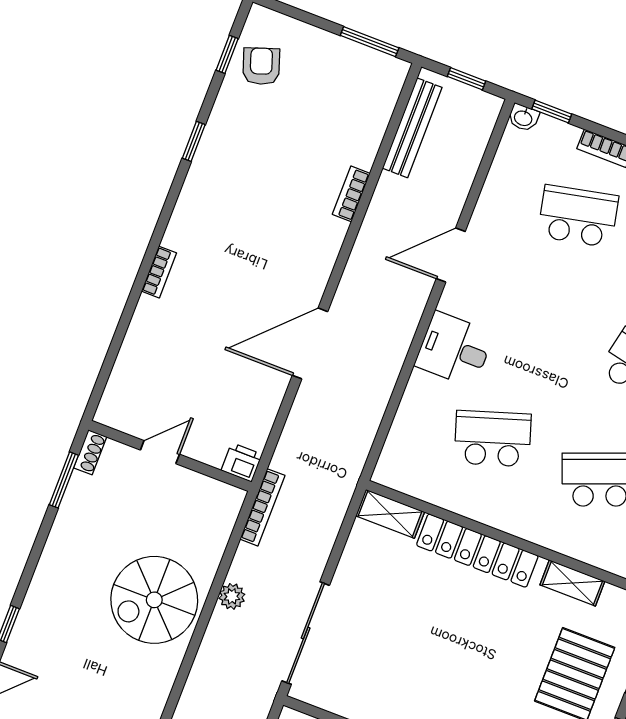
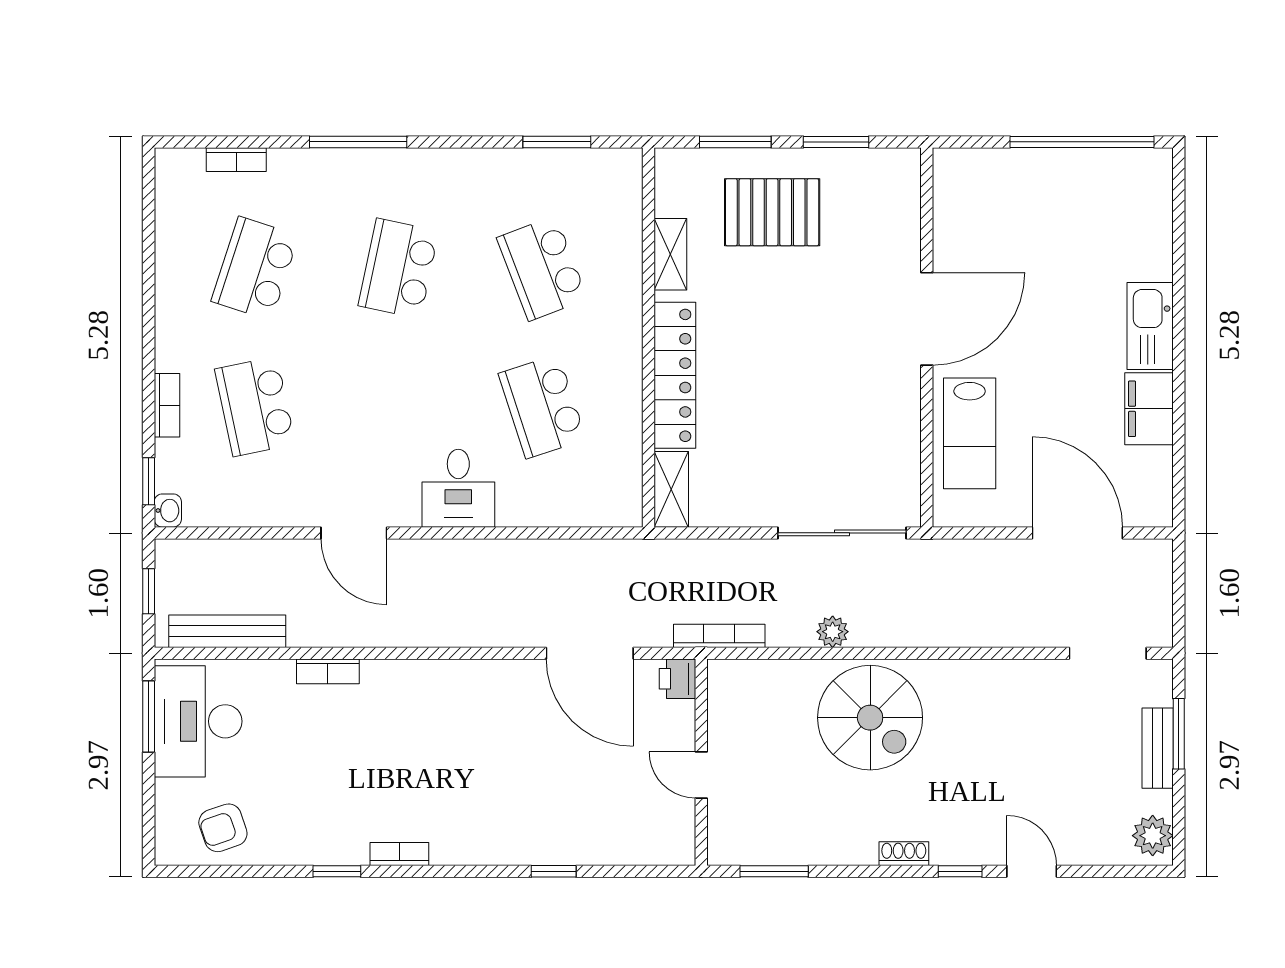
window: (227, 54) -> (554, 871), moved
desk: (351, 78) -> (198, 721), added
bookcase: (159, 272) -> (399, 854), moved
door: (310, 343) -> (590, 653), moved
shoe rack: (90, 452) -> (904, 854), moved

